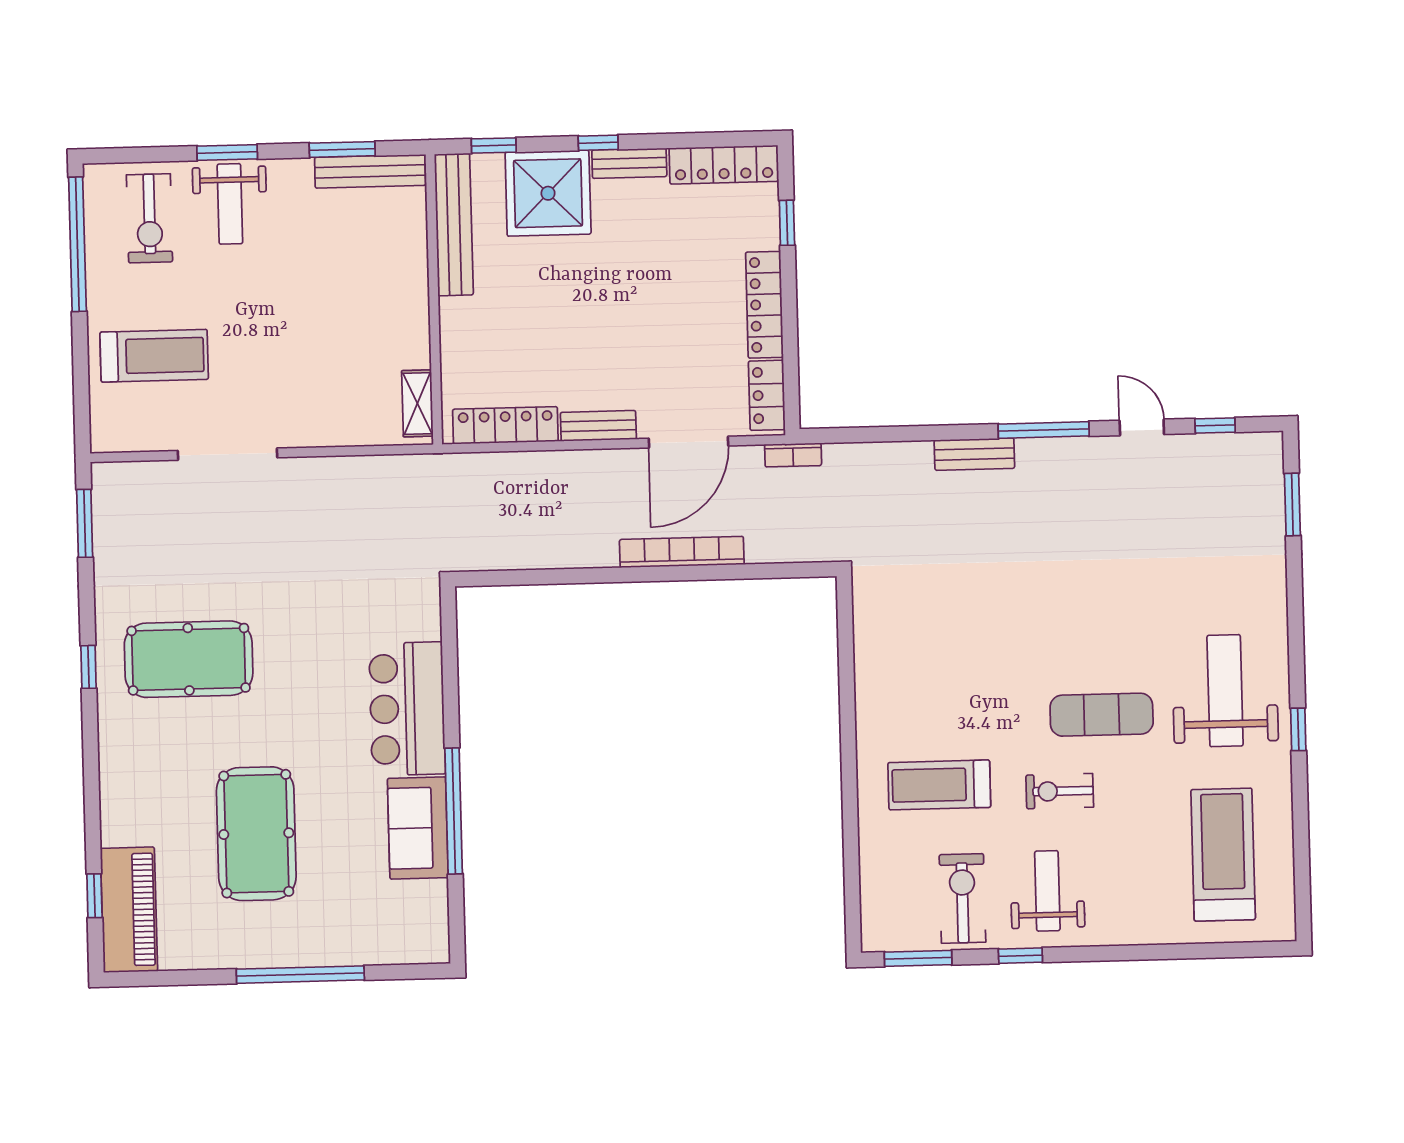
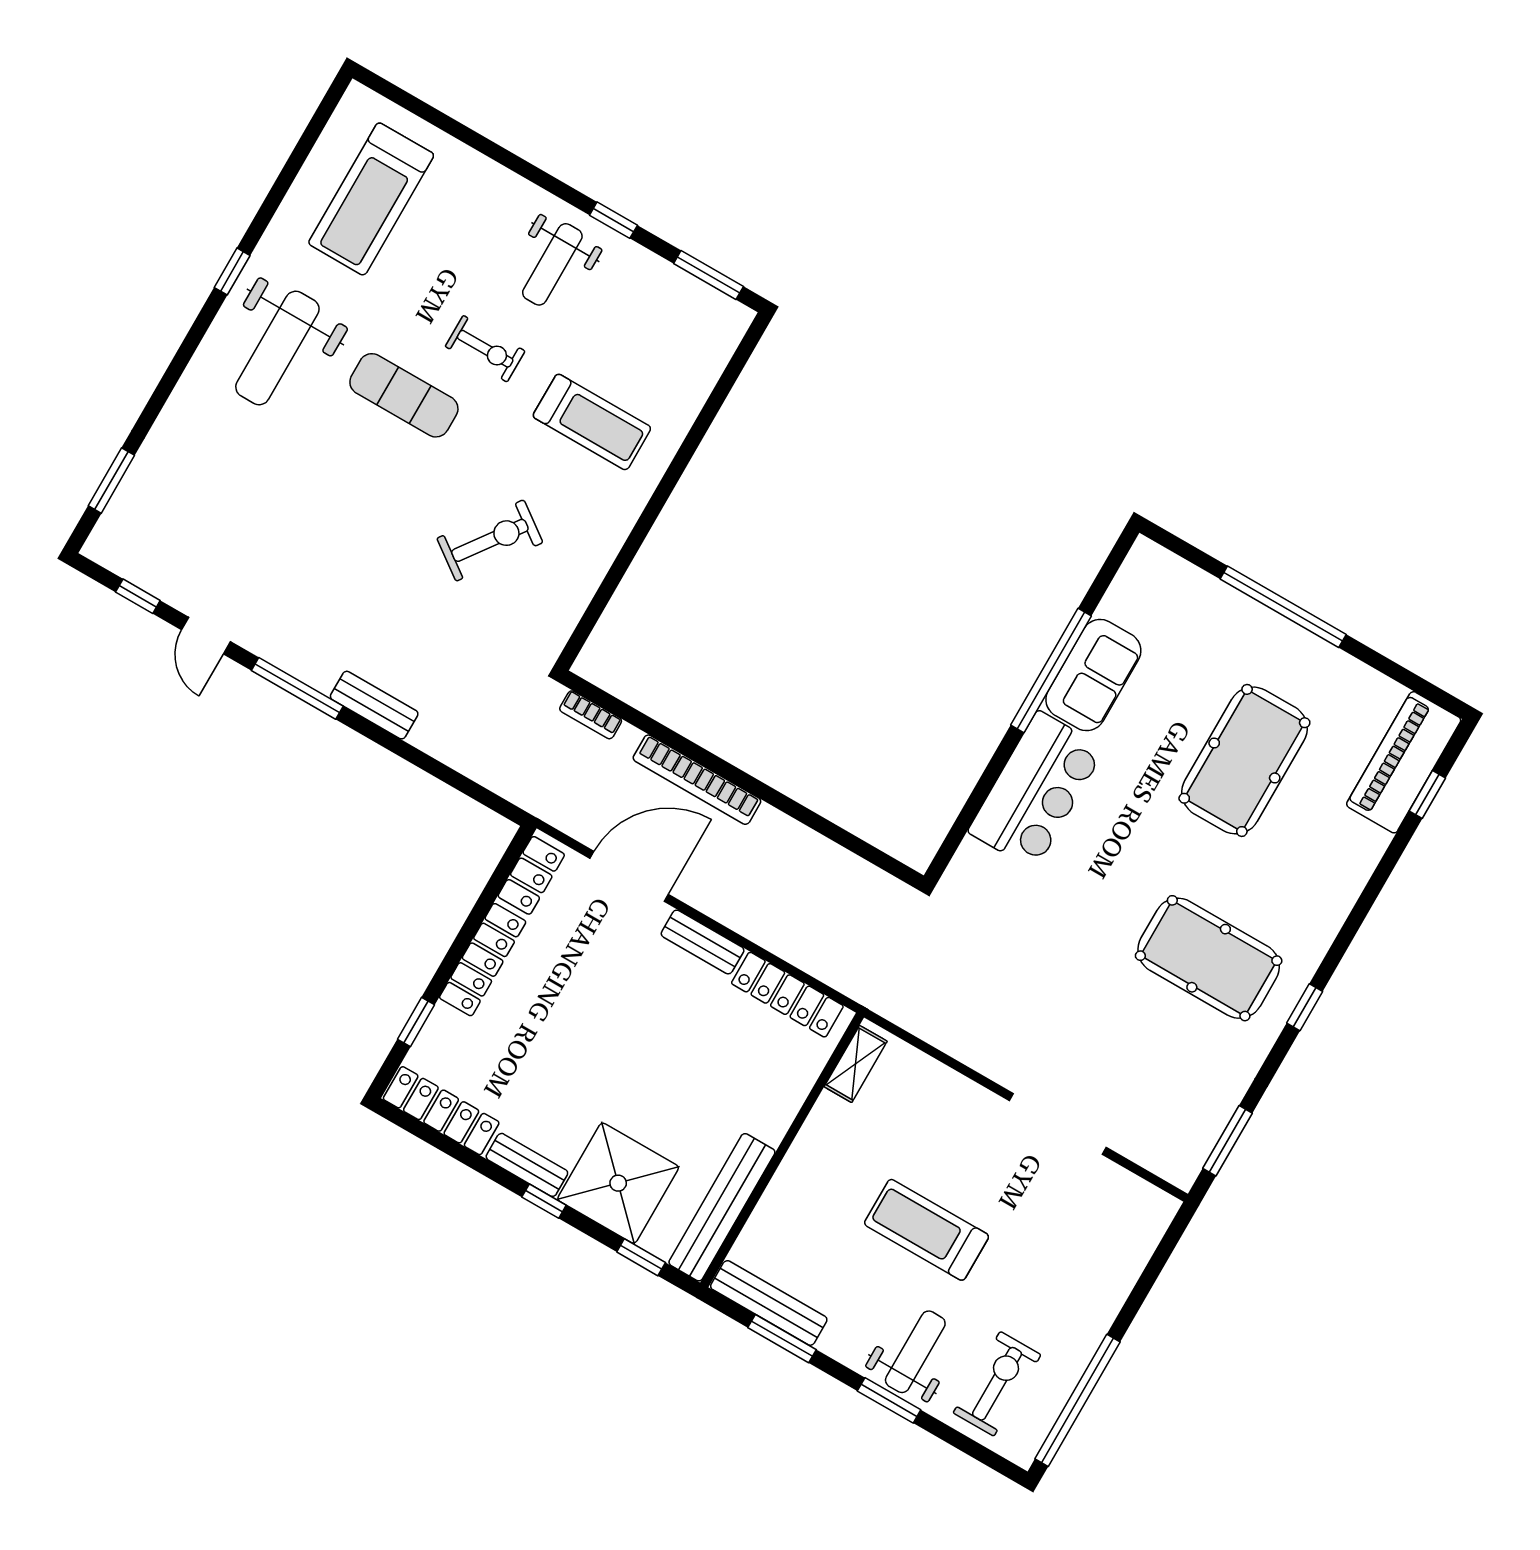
treadmill: (154, 356) -> (927, 1230), moved
bookcase: (793, 455) -> (591, 715), moved, turned 180
exercise bike: (962, 898) -> (490, 540), moved, turned -144

